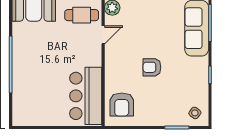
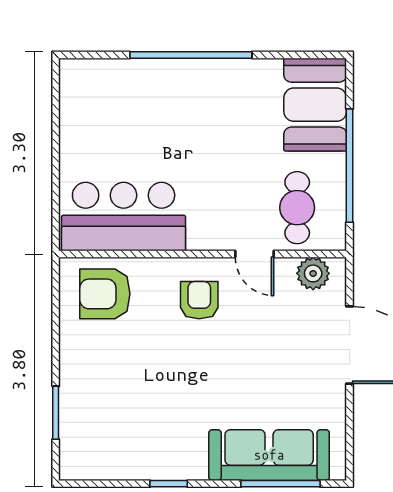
armchair: (152, 67) -> (199, 300), moved
side table: (195, 113) -> (87, 451), removed

